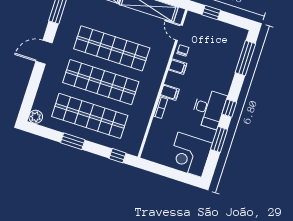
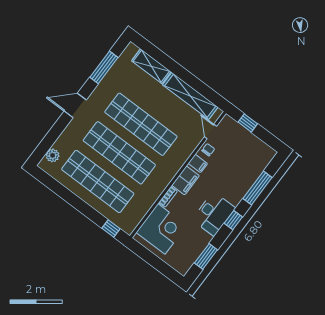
window: (245, 58) -> (257, 188), moved
filing cabinet: (170, 92) -> (185, 180), width x2.00
plant: (36, 117) -> (53, 155), moved
window: (219, 139) -> (206, 256), moved
window: (73, 141) -> (73, 200), removed
corner desk: (190, 155) -> (161, 229), moved, turned 180

